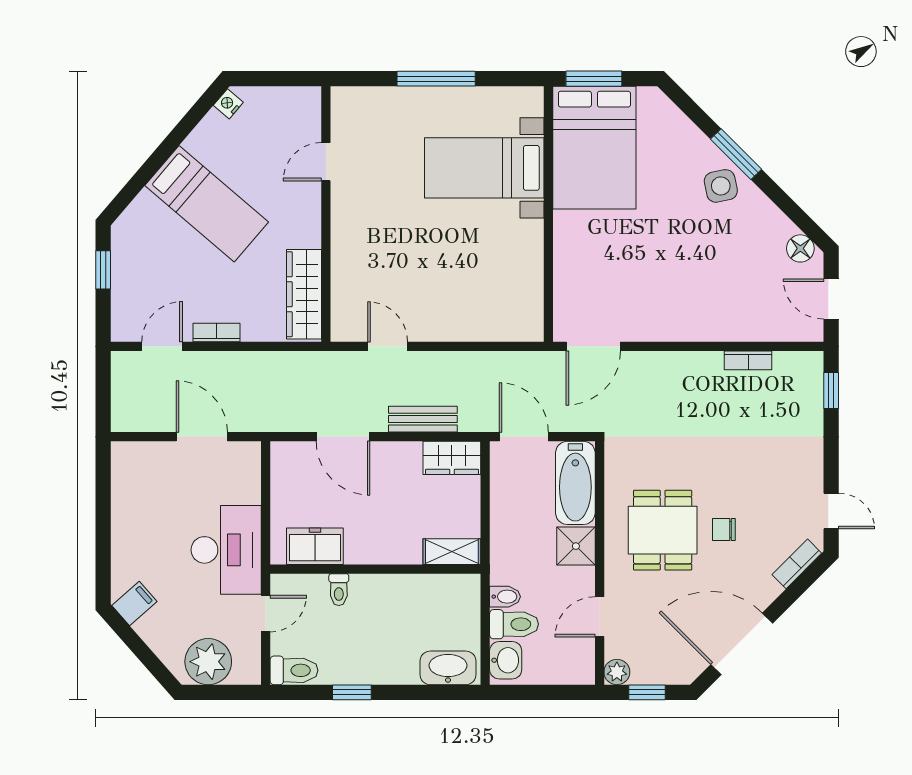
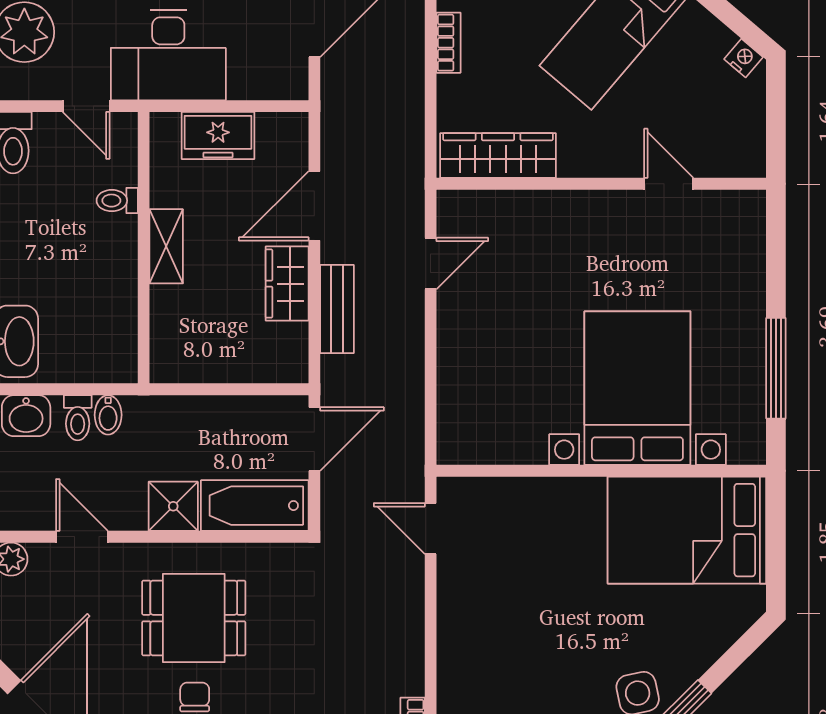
window: (436, 79) -> (776, 368), moved
window: (594, 79) -> (776, 529), removed
bed with nightstands: (484, 168) -> (637, 388), width x1.36
door: (593, 346) -> (431, 529), width x0.73
wardrobe: (452, 458) -> (287, 284), moved
freezer: (315, 546) -> (218, 136), moved, turned 90
shelving: (452, 552) -> (166, 246), moved
toilet: (514, 624) -> (78, 418), width x0.73, depth x0.72

